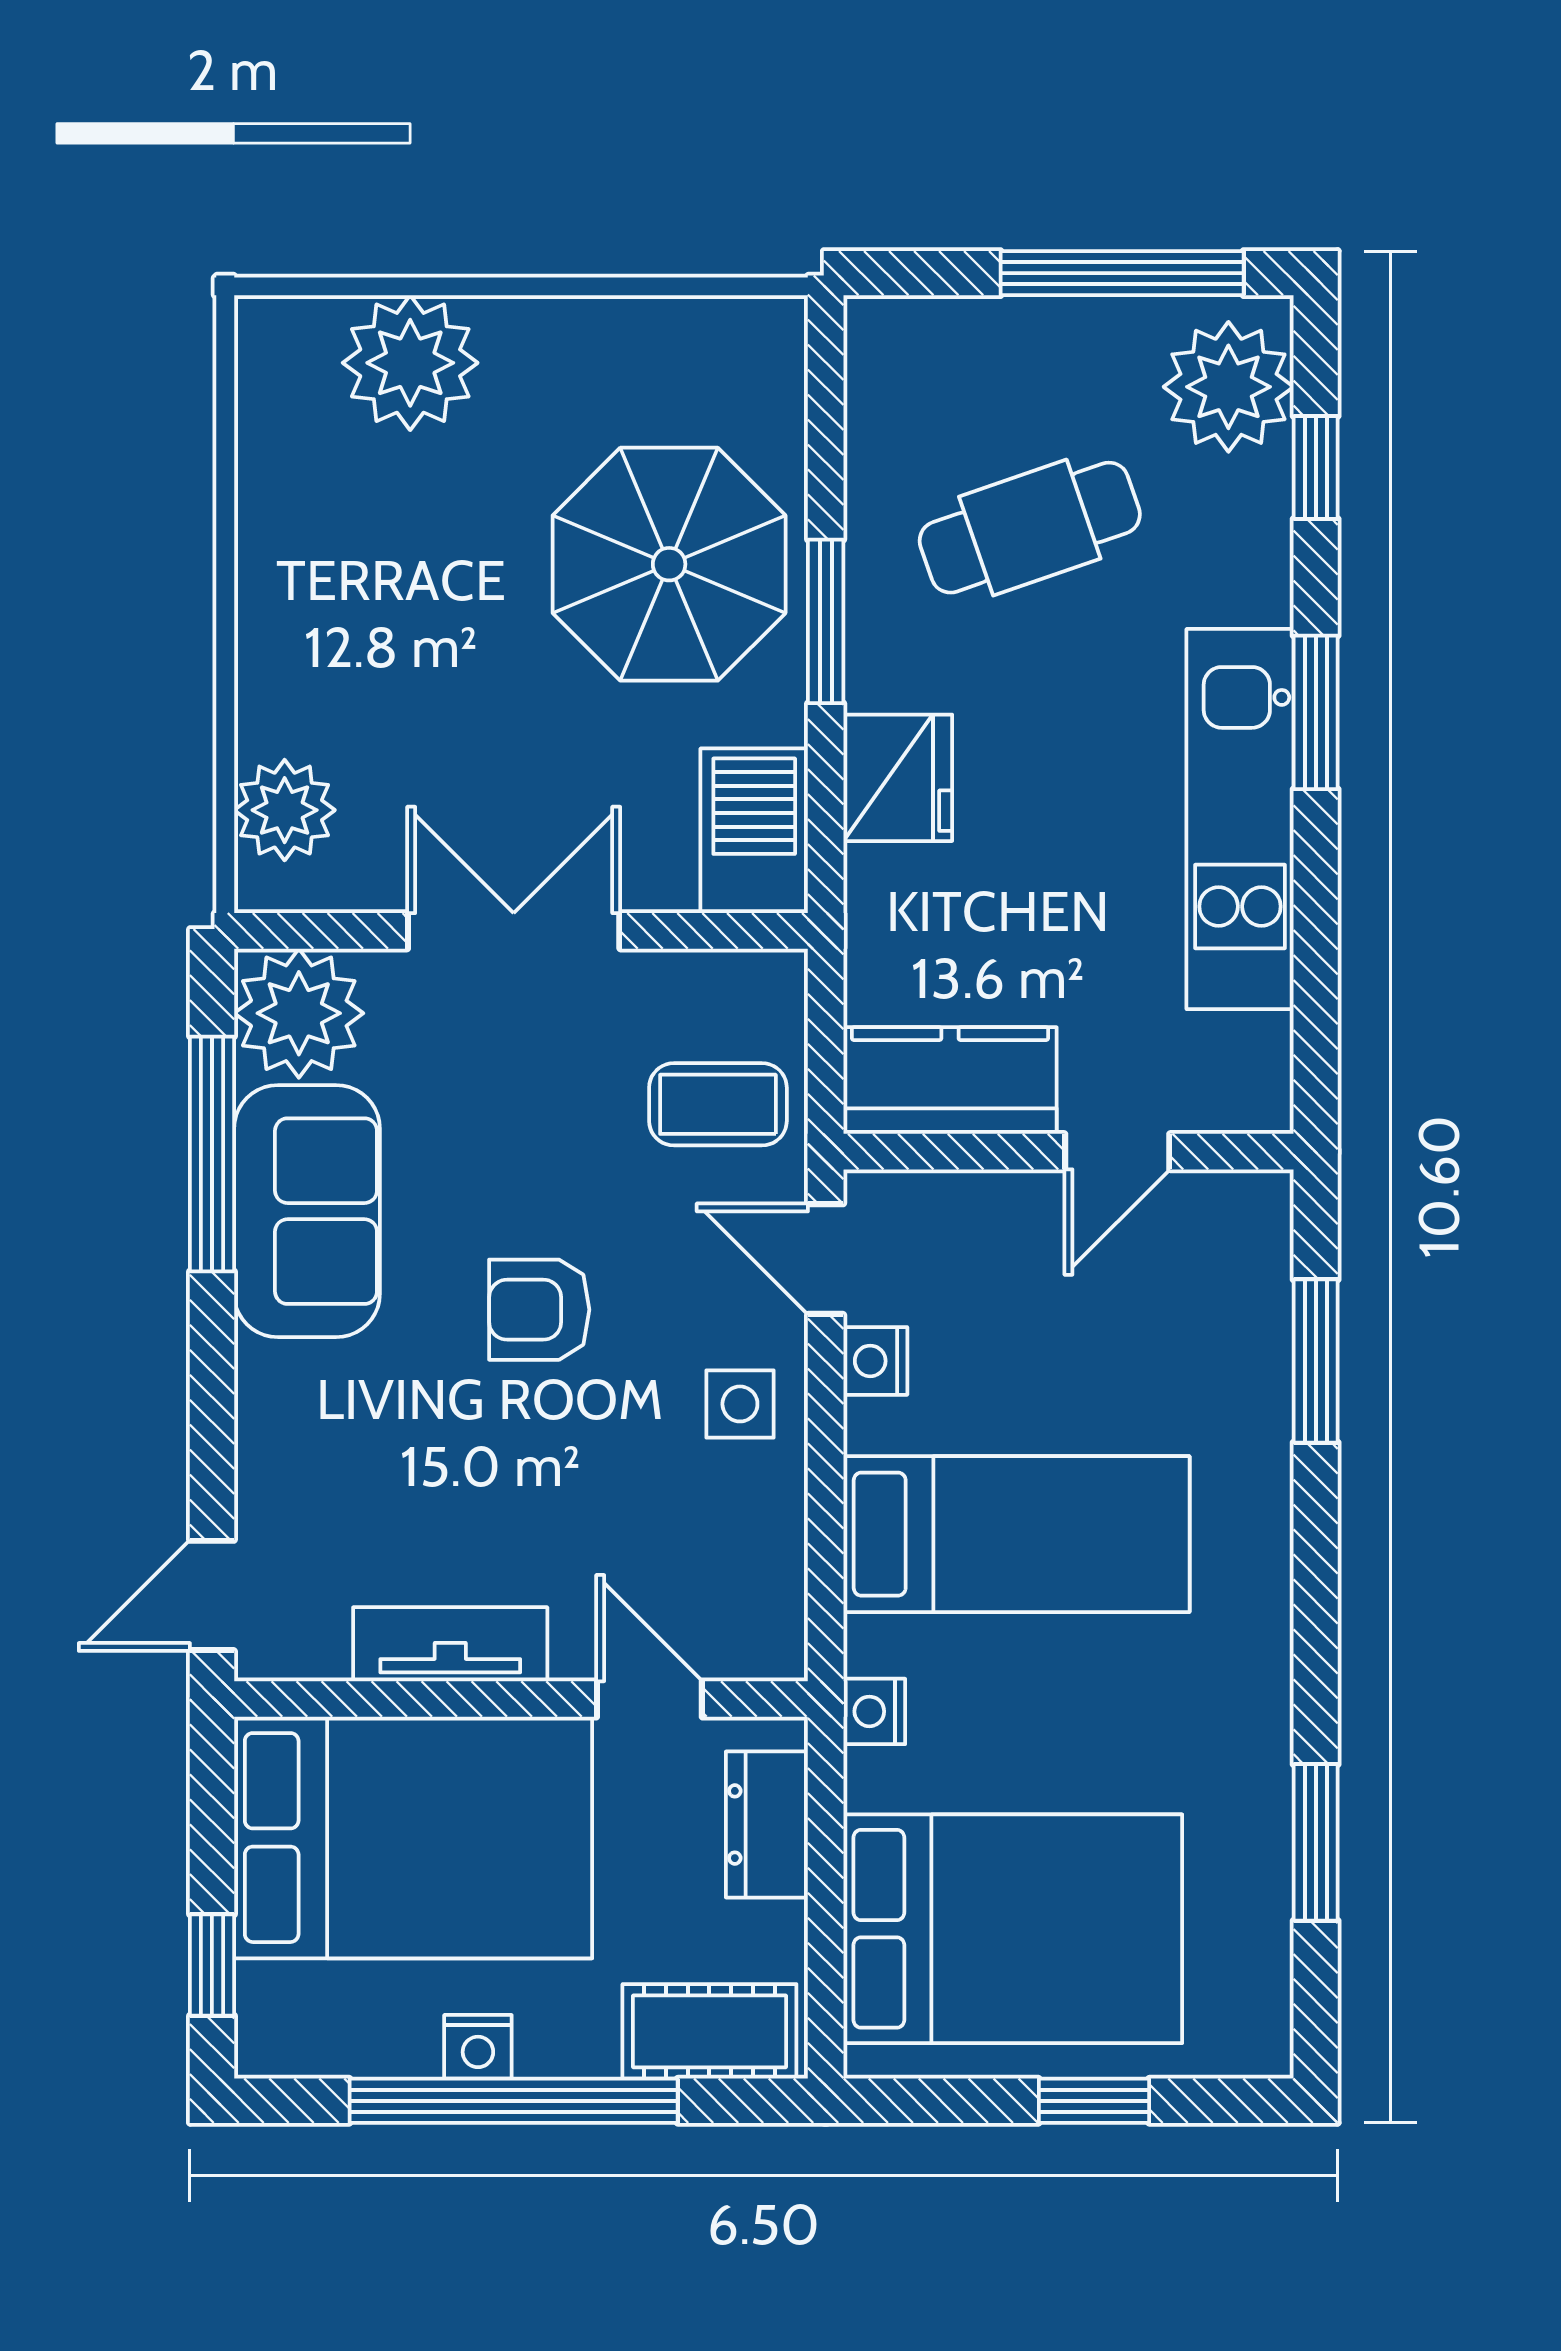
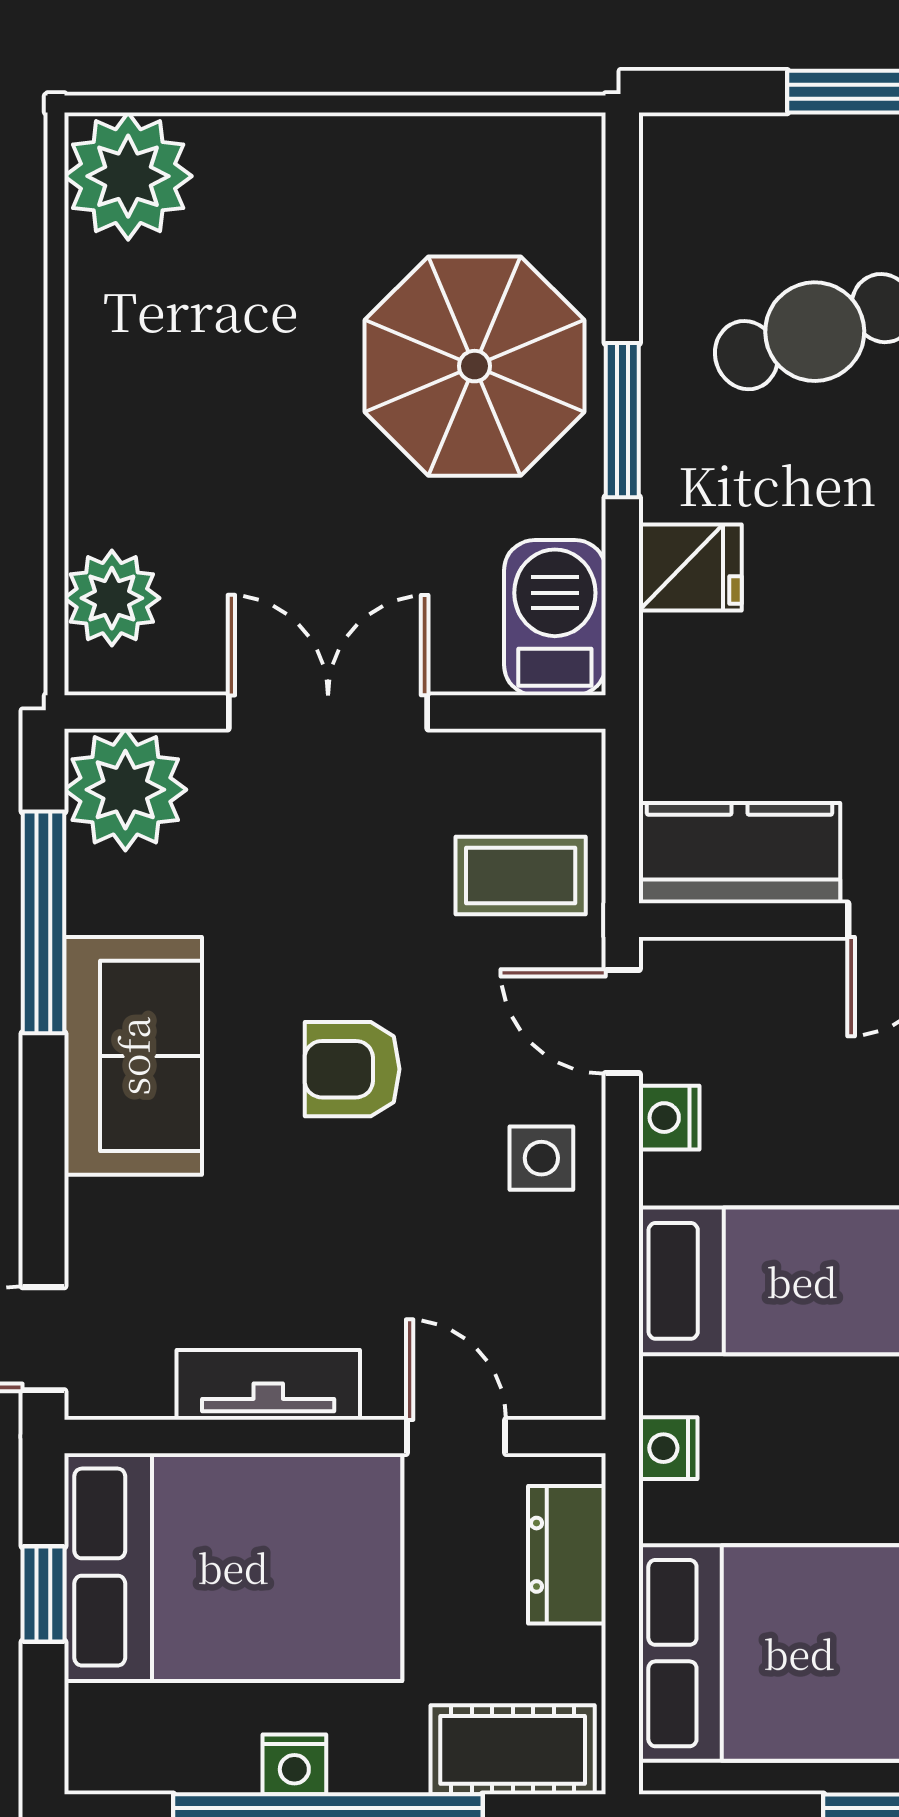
plant: (410, 363) -> (128, 176), moved
fridge: (898, 778) -> (690, 568), width x0.72
sofa: (307, 1211) -> (133, 1056), moved
window: (212, 1965) -> (43, 1594), moved

